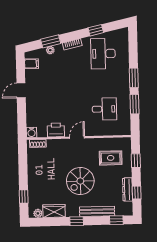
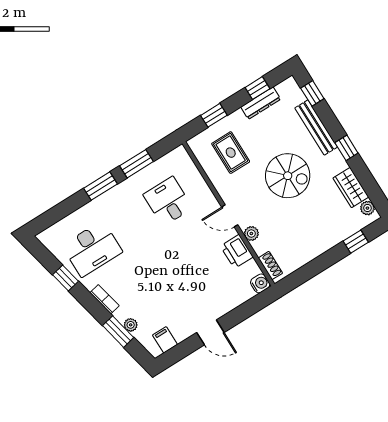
plant: (61, 143) -> (251, 234), added

